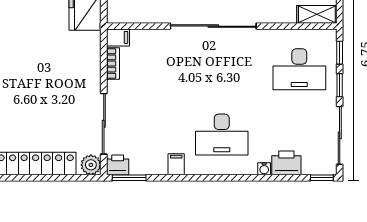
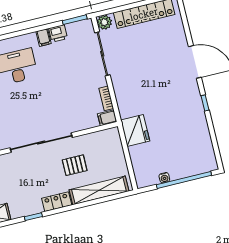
printer: (118, 165) -> (58, 33), moved

